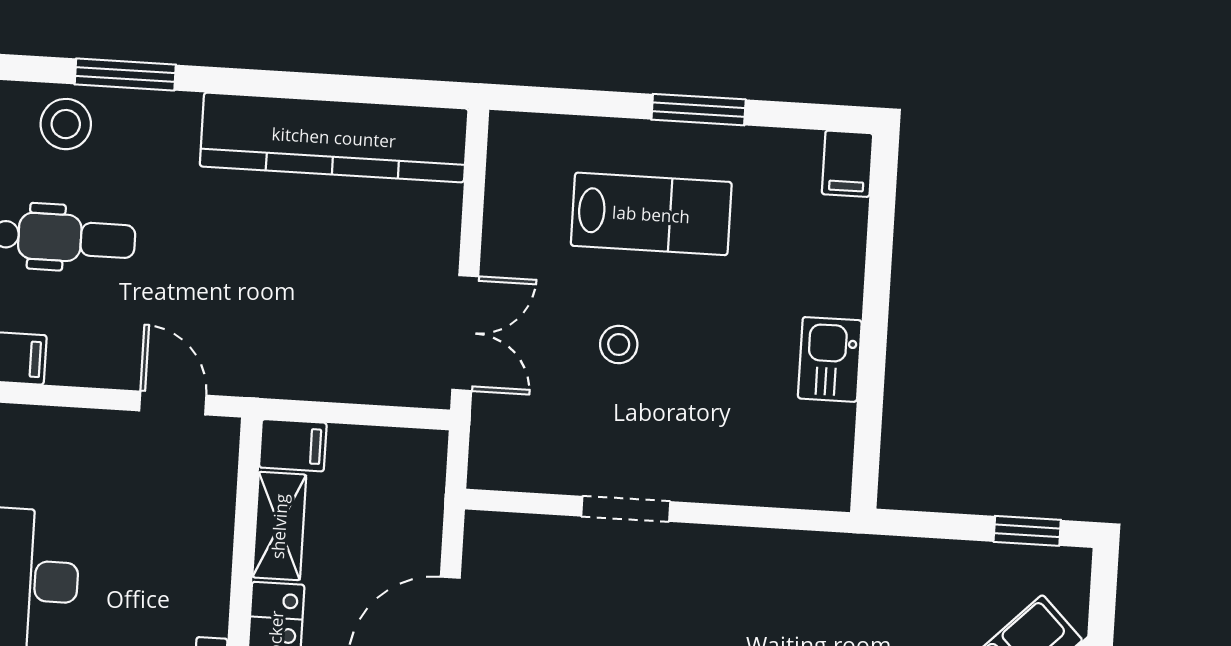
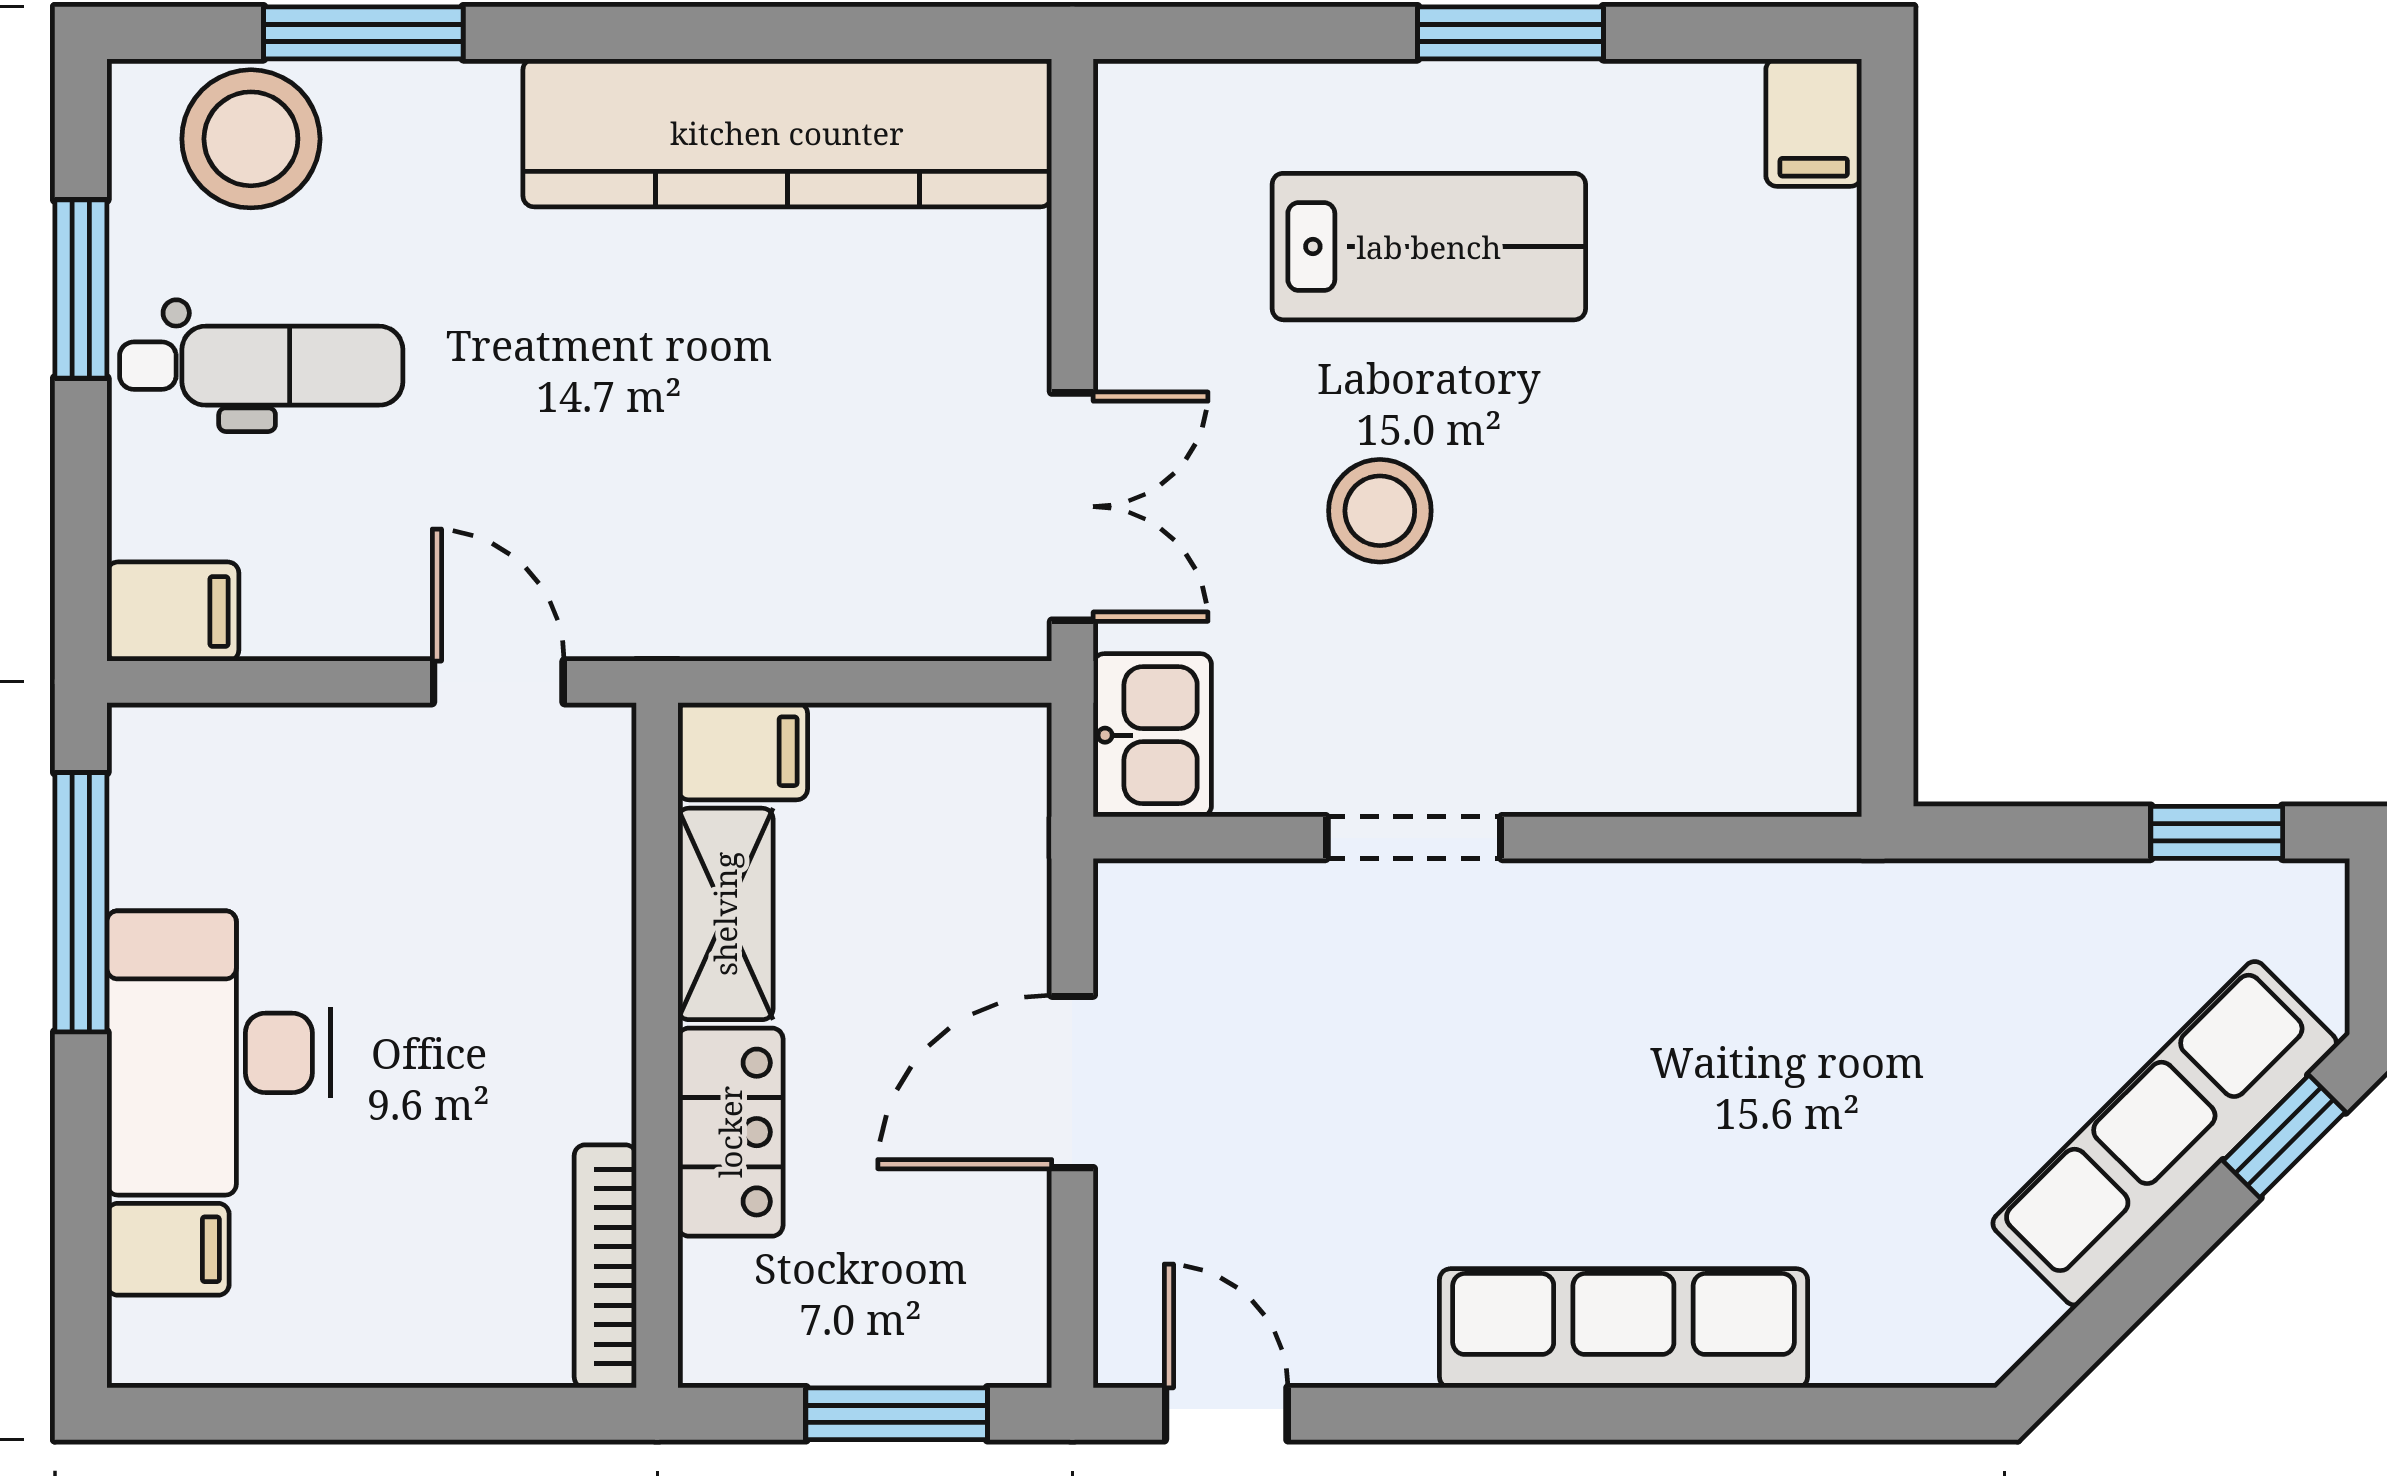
stool: (66, 124) -> (251, 139), width x1.38, depth x1.38
stool: (619, 345) -> (1380, 511), width x1.37, depth x1.37
kitchen sink: (830, 359) -> (1152, 735), moved, turned 180

